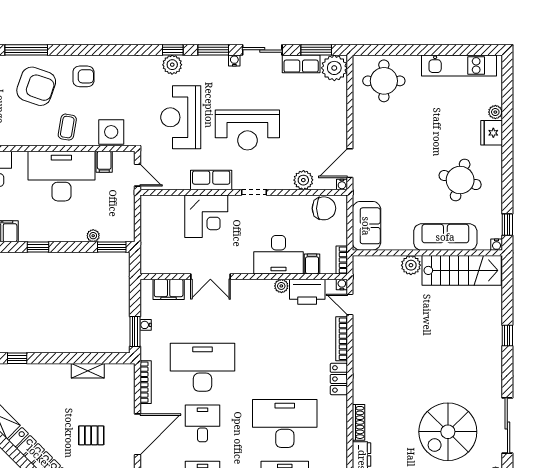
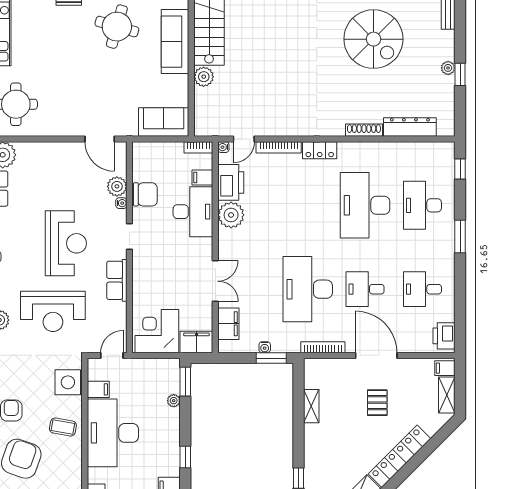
water cooler: (342, 184) -> (121, 203), moved
chair: (324, 208) -> (145, 194), moved, turned 90
corner desk: (206, 216) -> (157, 331), moved, turned -90
filing cabinet: (151, 258) -> (196, 342), added
plant: (281, 286) -> (231, 215), width x1.88, depth x1.88

